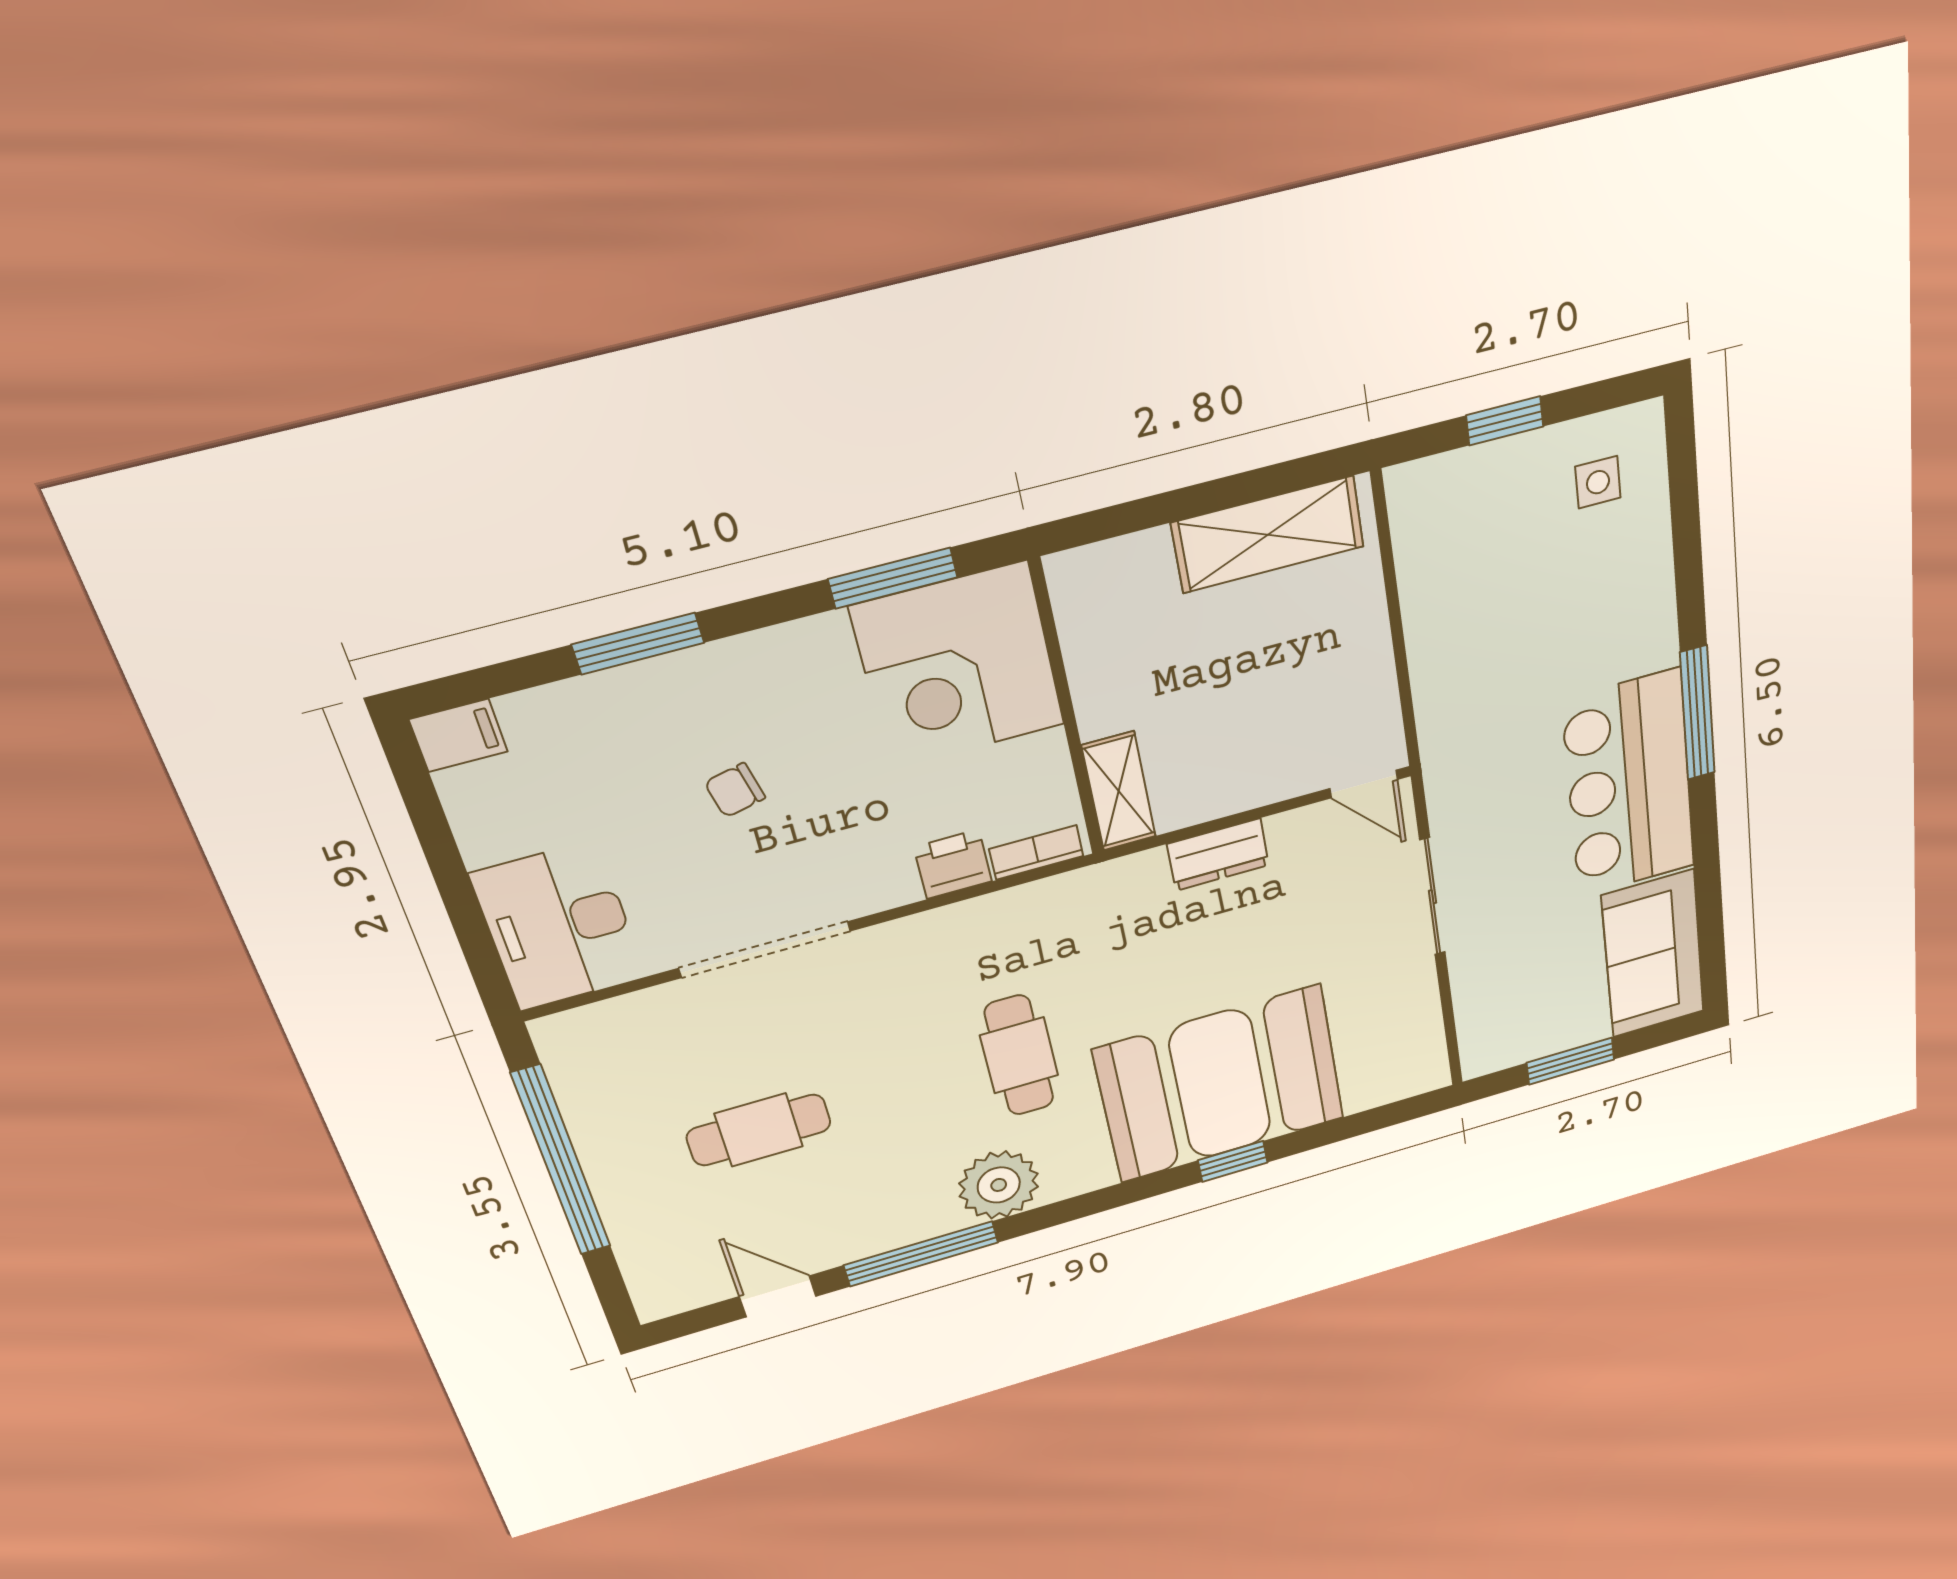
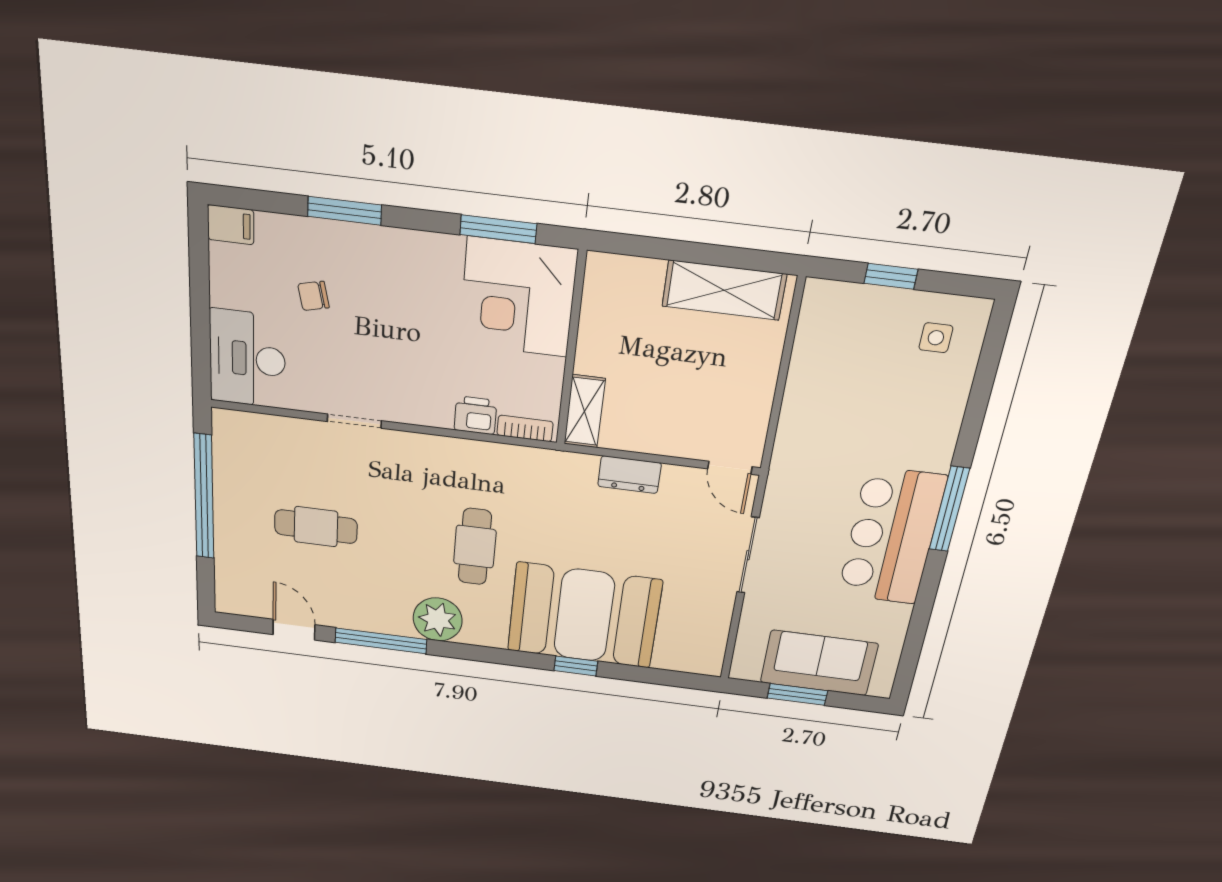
chair: (735, 790) -> (313, 296), moved
doorway: (765, 949) -> (354, 421), width x0.53
sofa: (1653, 954) -> (819, 663), moved, turned 90

